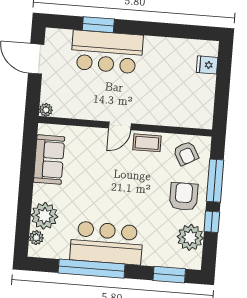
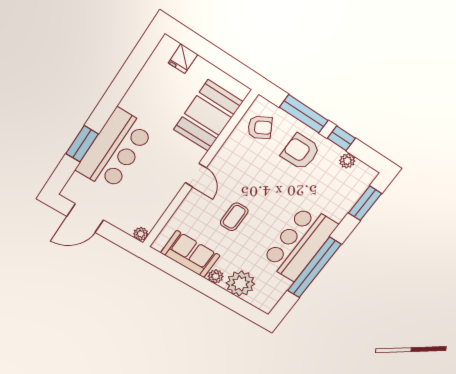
booth: (173, 108) -> (208, 116), added
coffee table: (147, 143) -> (234, 217), moved
plant: (190, 237) -> (347, 161), width x0.53, depth x0.53
plant: (36, 238) -> (216, 276), moved

